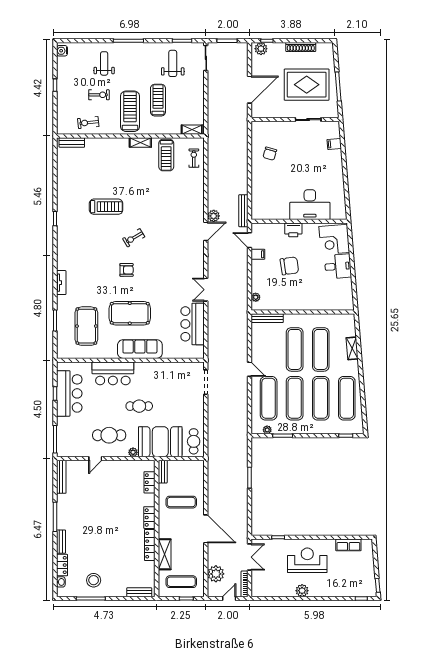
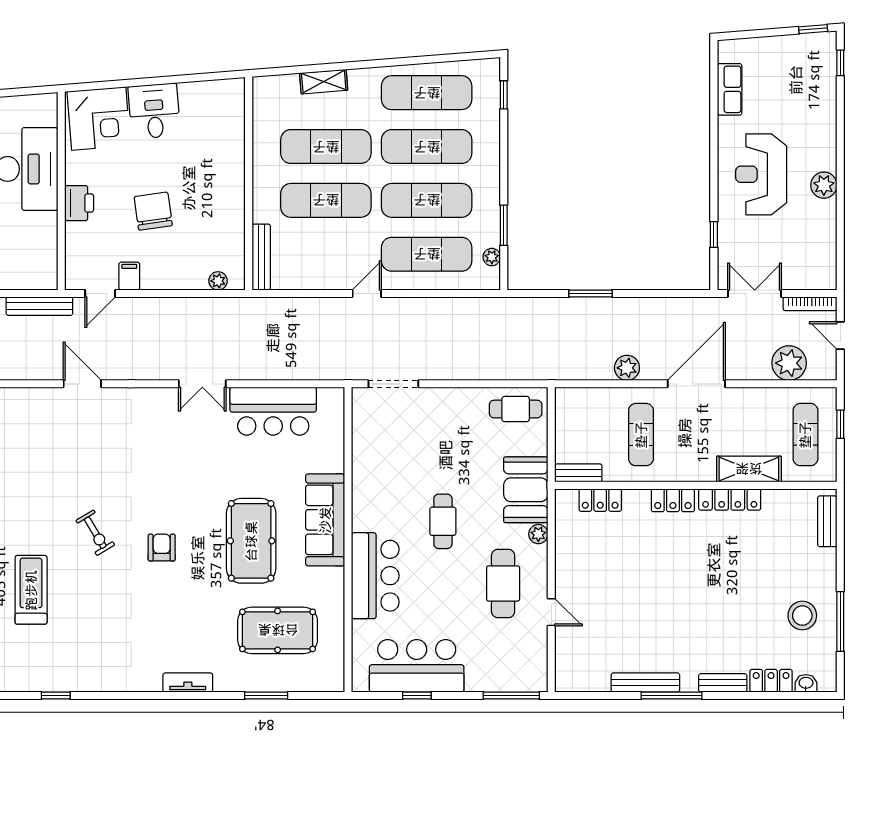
plant: (214, 216) -> (627, 368), moved
booth: (160, 442) -> (526, 490), width x0.73, depth x0.70
bench: (61, 477) -> (645, 682), moved

